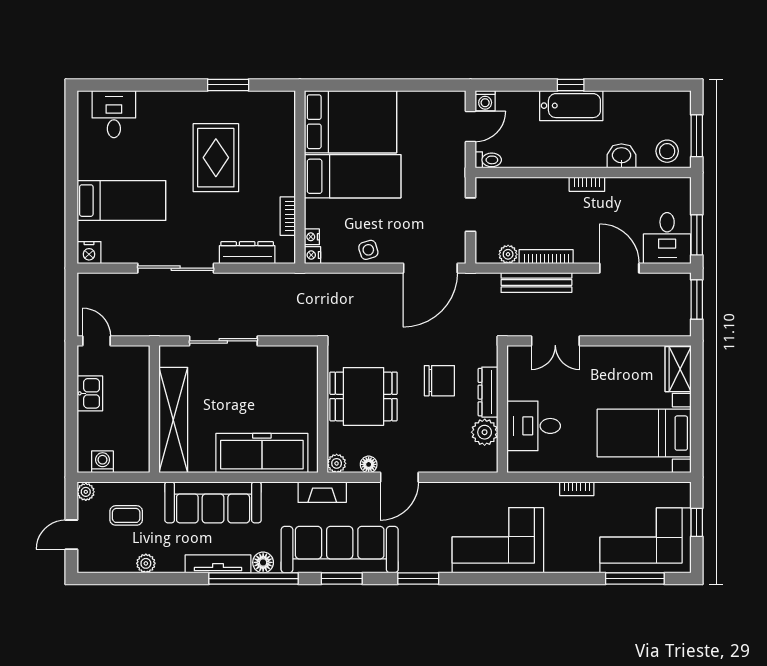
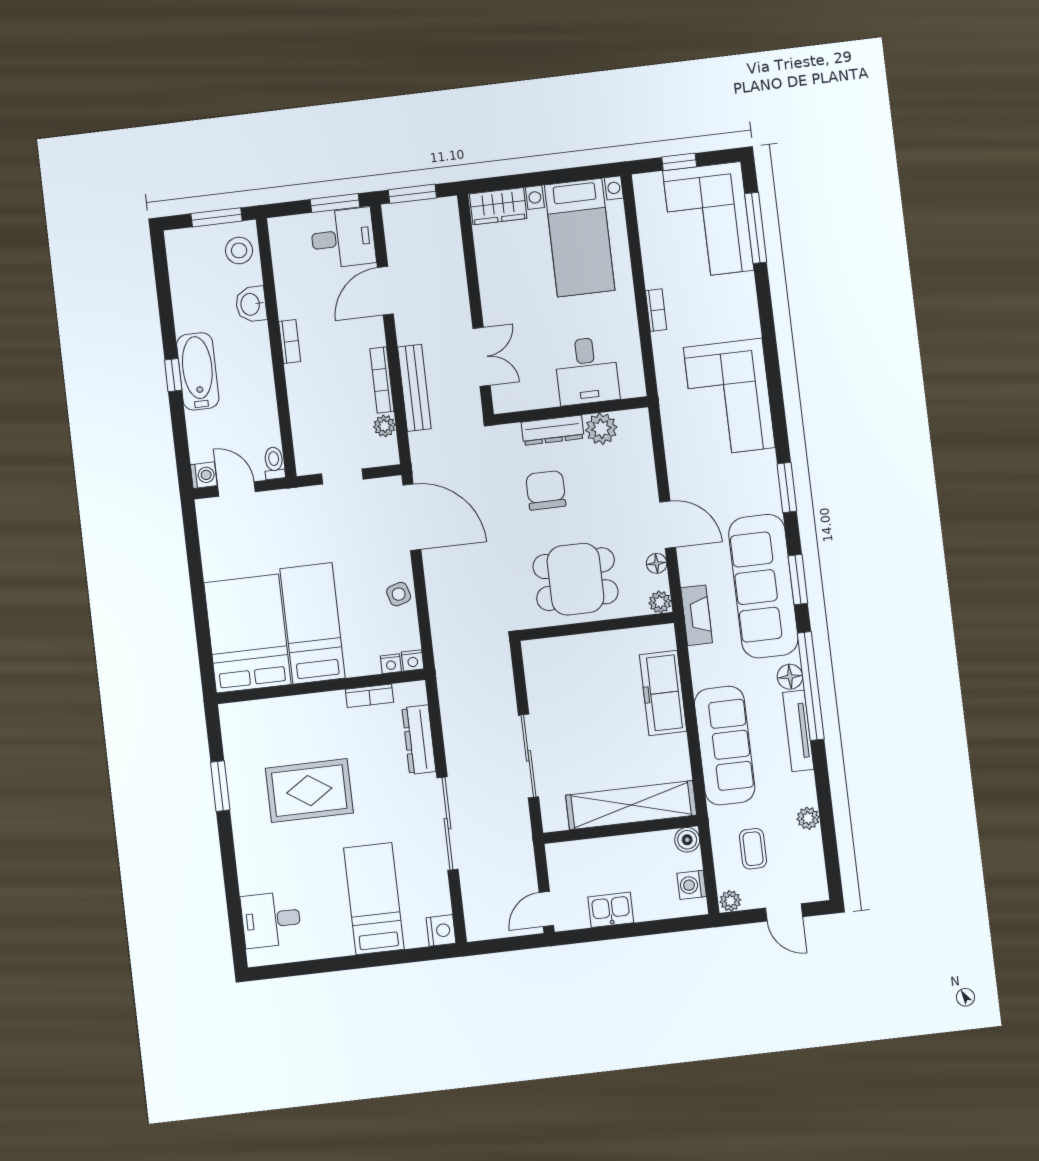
dining table: (364, 396) -> (575, 579), turned 90
freezer: (262, 453) -> (663, 693), width x0.73, depth x0.79
boiler: (140, 463) -> (687, 840), added

